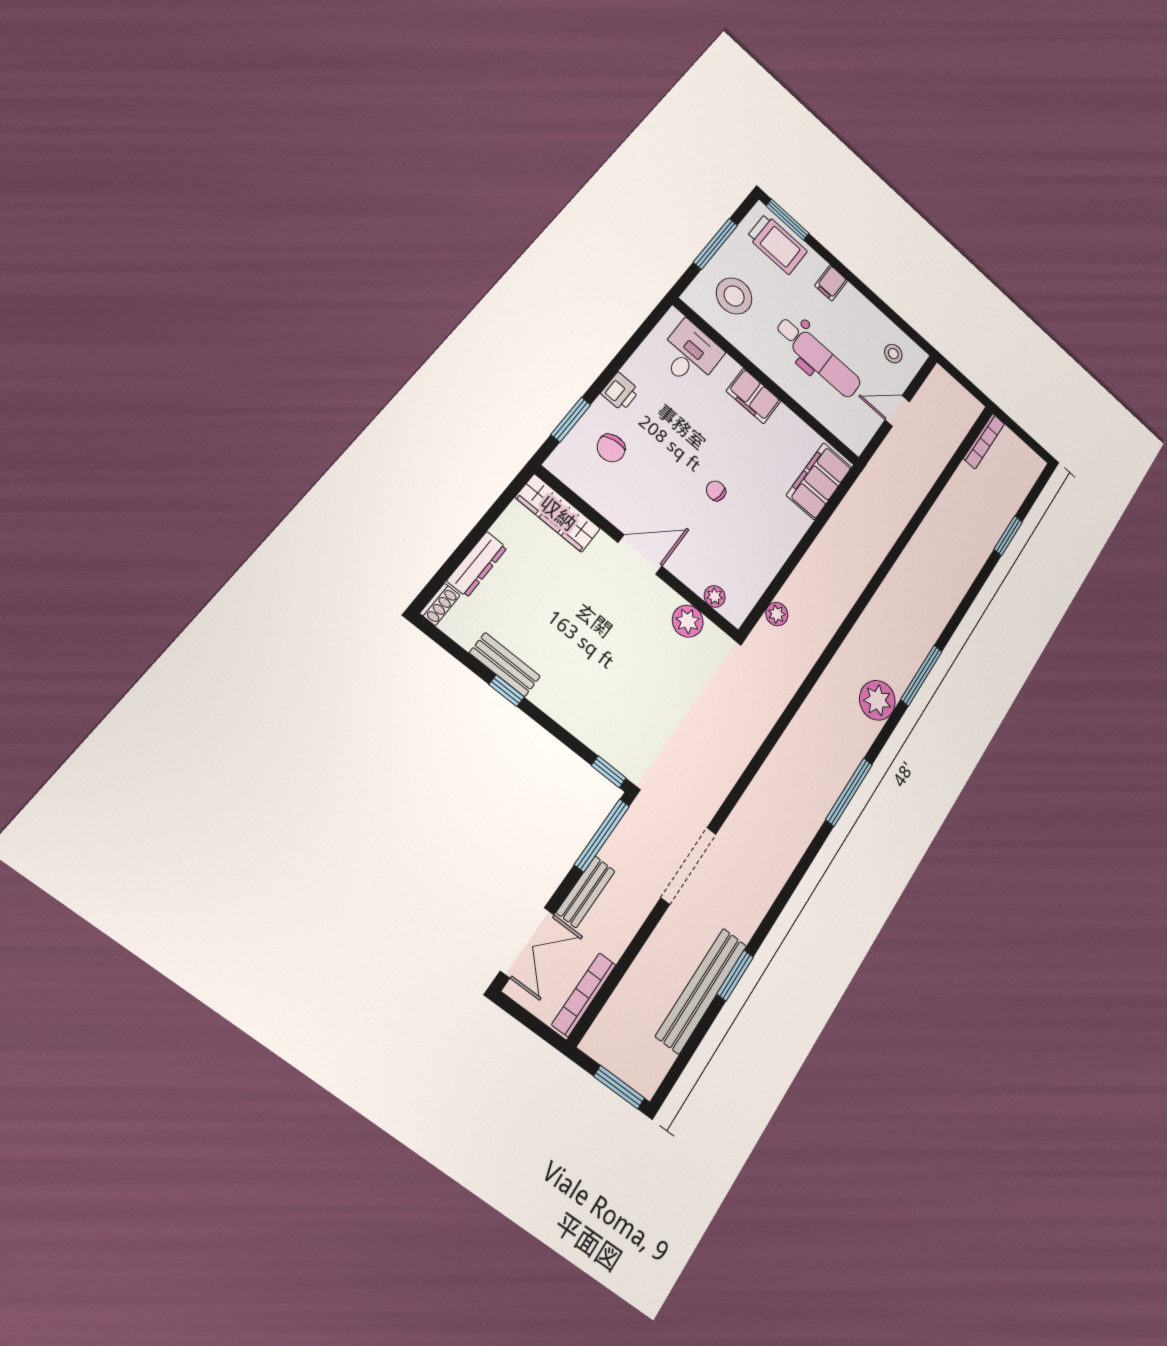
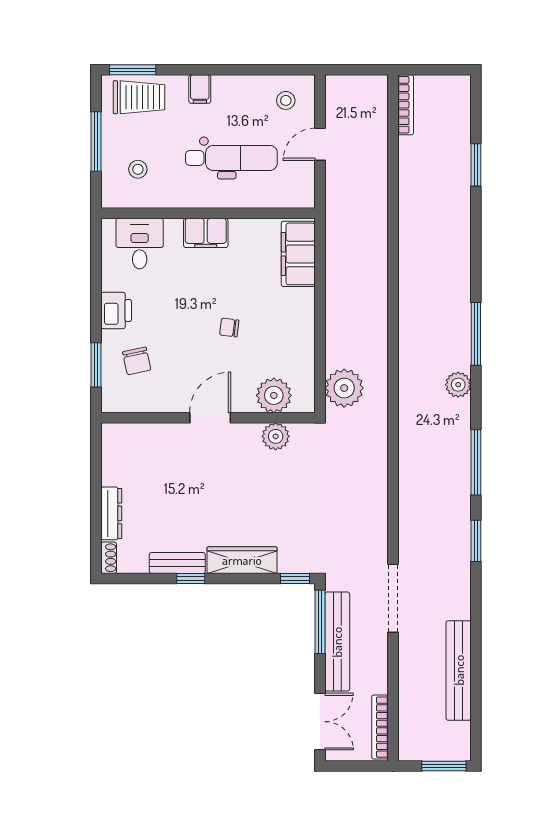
stool: (734, 296) -> (138, 169), width x0.53, depth x0.53
printer: (620, 392) -> (116, 310), width x1.36, depth x1.24
wardrobe: (558, 513) -> (242, 560), moved, turned 180
plant: (715, 596) -> (274, 395), width x1.88, depth x1.88
plant: (777, 614) -> (344, 388), width x1.88, depth x1.88
plant: (877, 700) -> (458, 385), width x0.73, depth x0.73
bench: (586, 892) -> (337, 642), width x1.86, depth x1.21
window: (735, 975) -> (476, 541), moved

